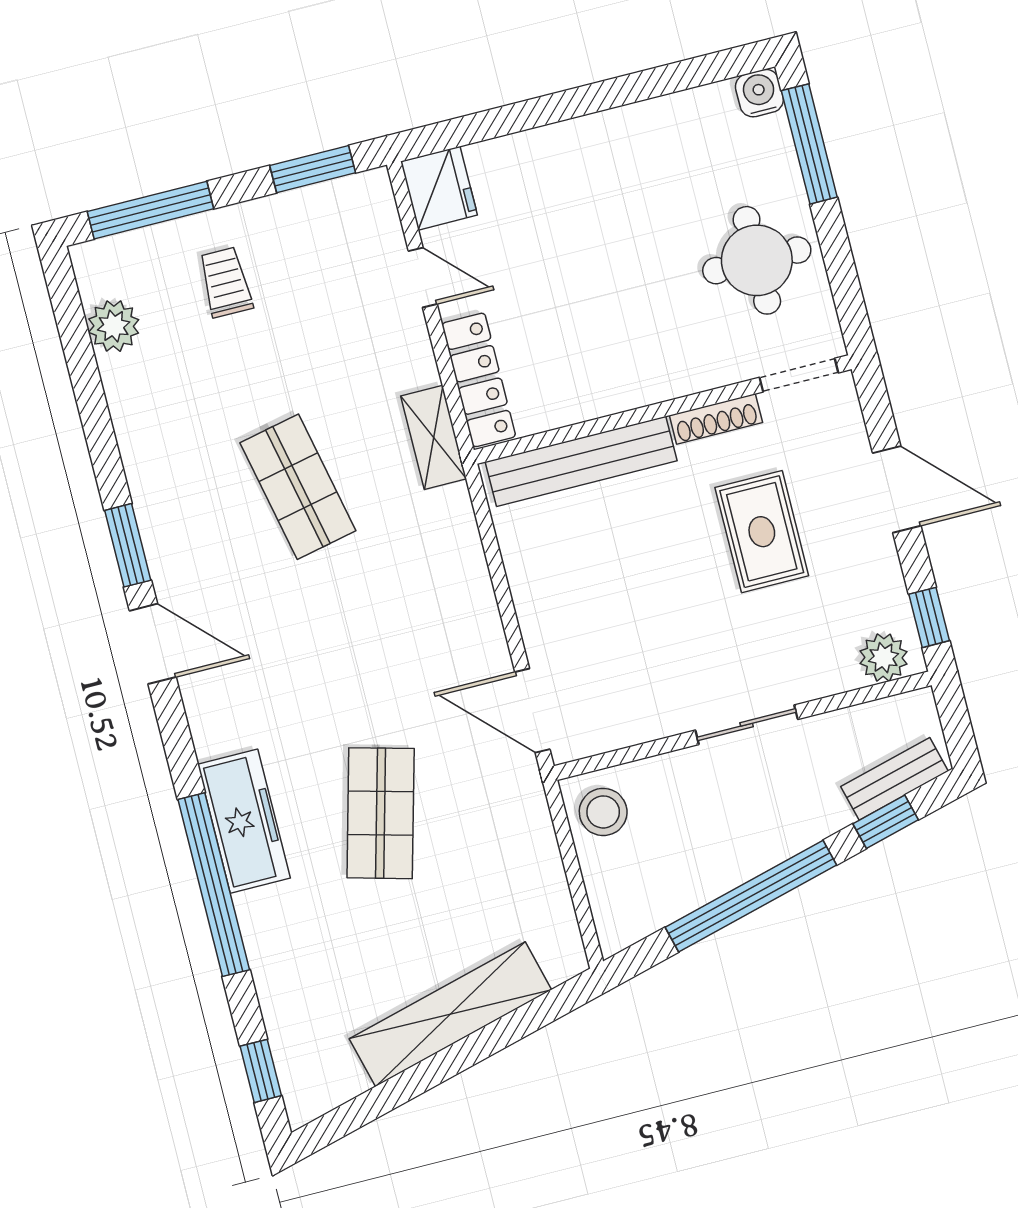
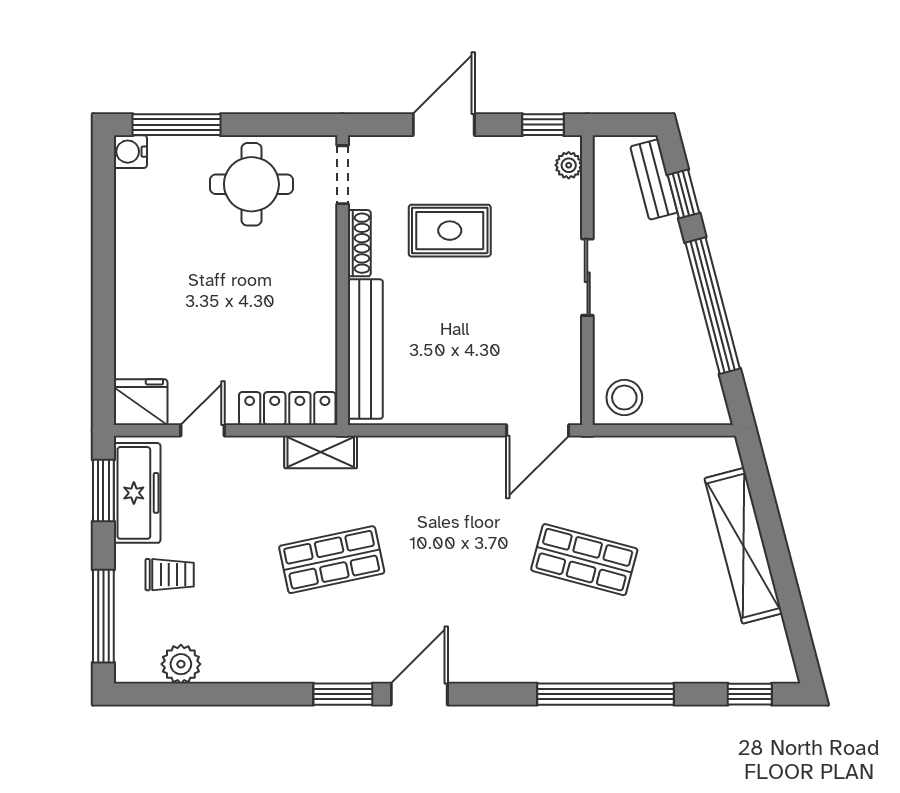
trolley: (226, 282) -> (170, 575), turned 180
plant: (883, 658) -> (569, 165), width x0.73, depth x0.73
freezer: (244, 821) -> (137, 493), moved, turned 90

